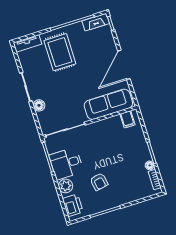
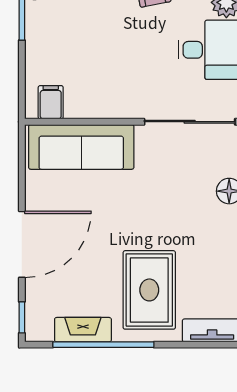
fireplace: (96, 22) -> (83, 330), moved
door: (124, 65) -> (22, 244), moved

